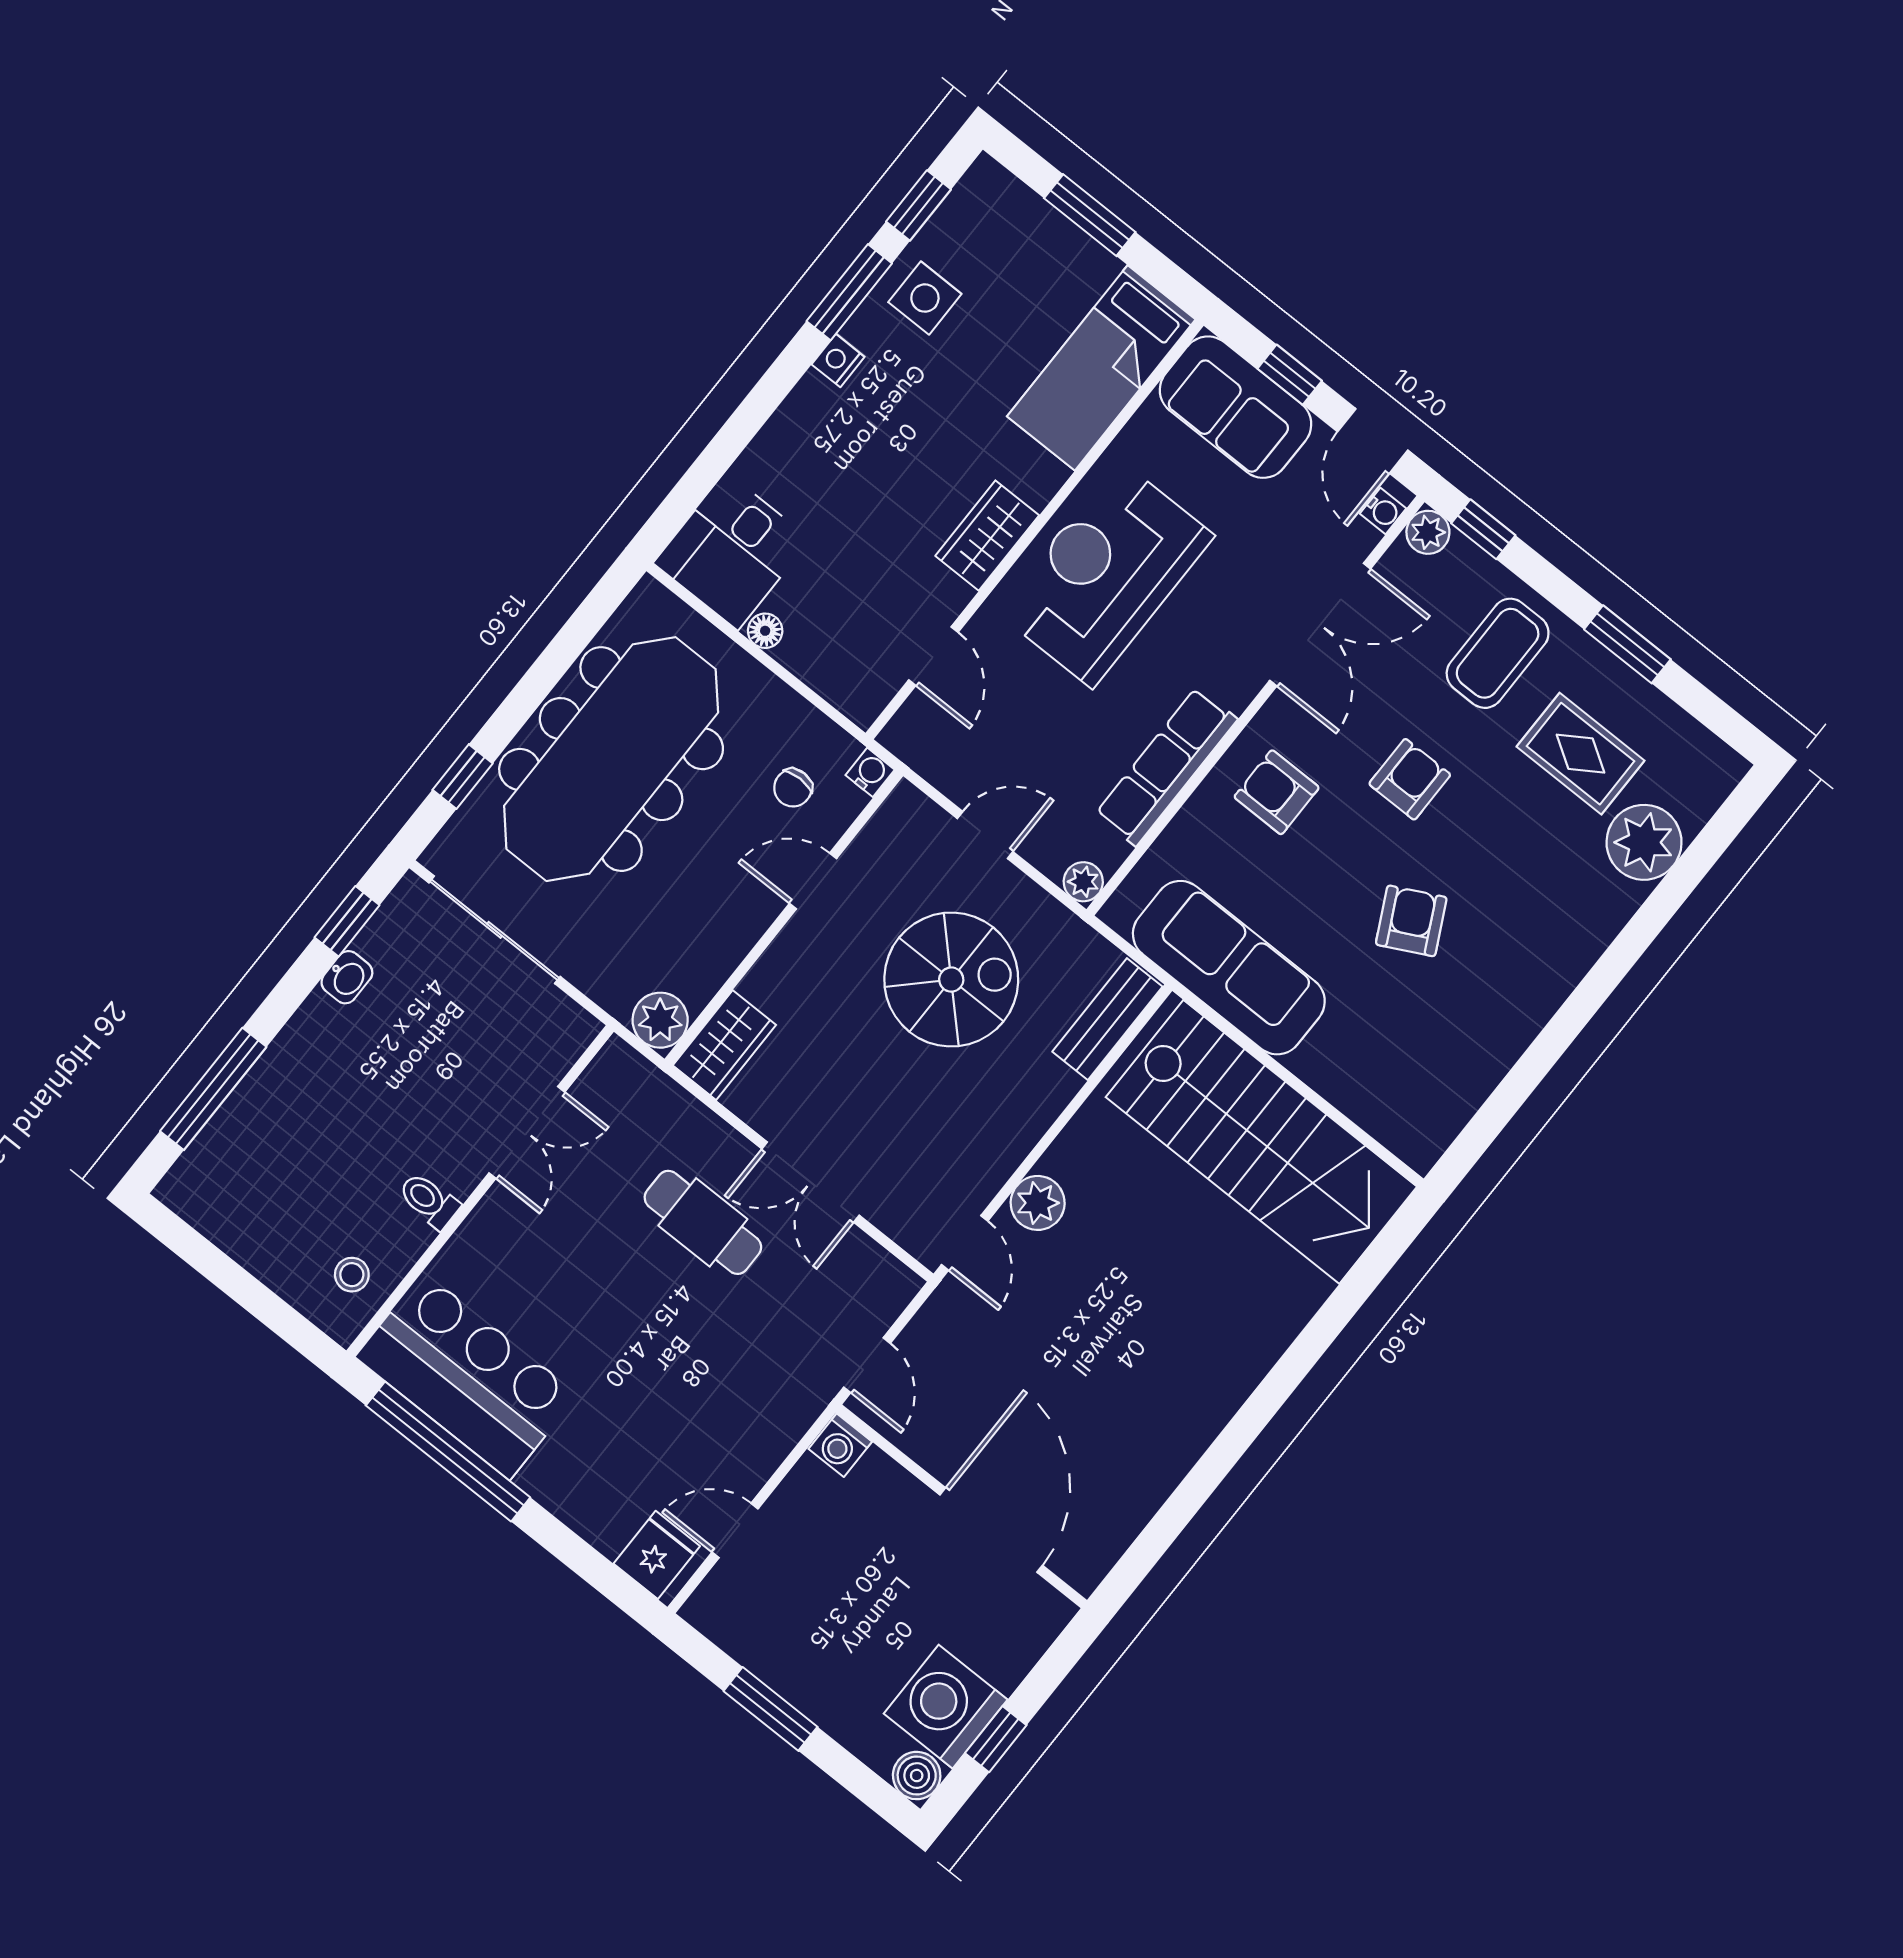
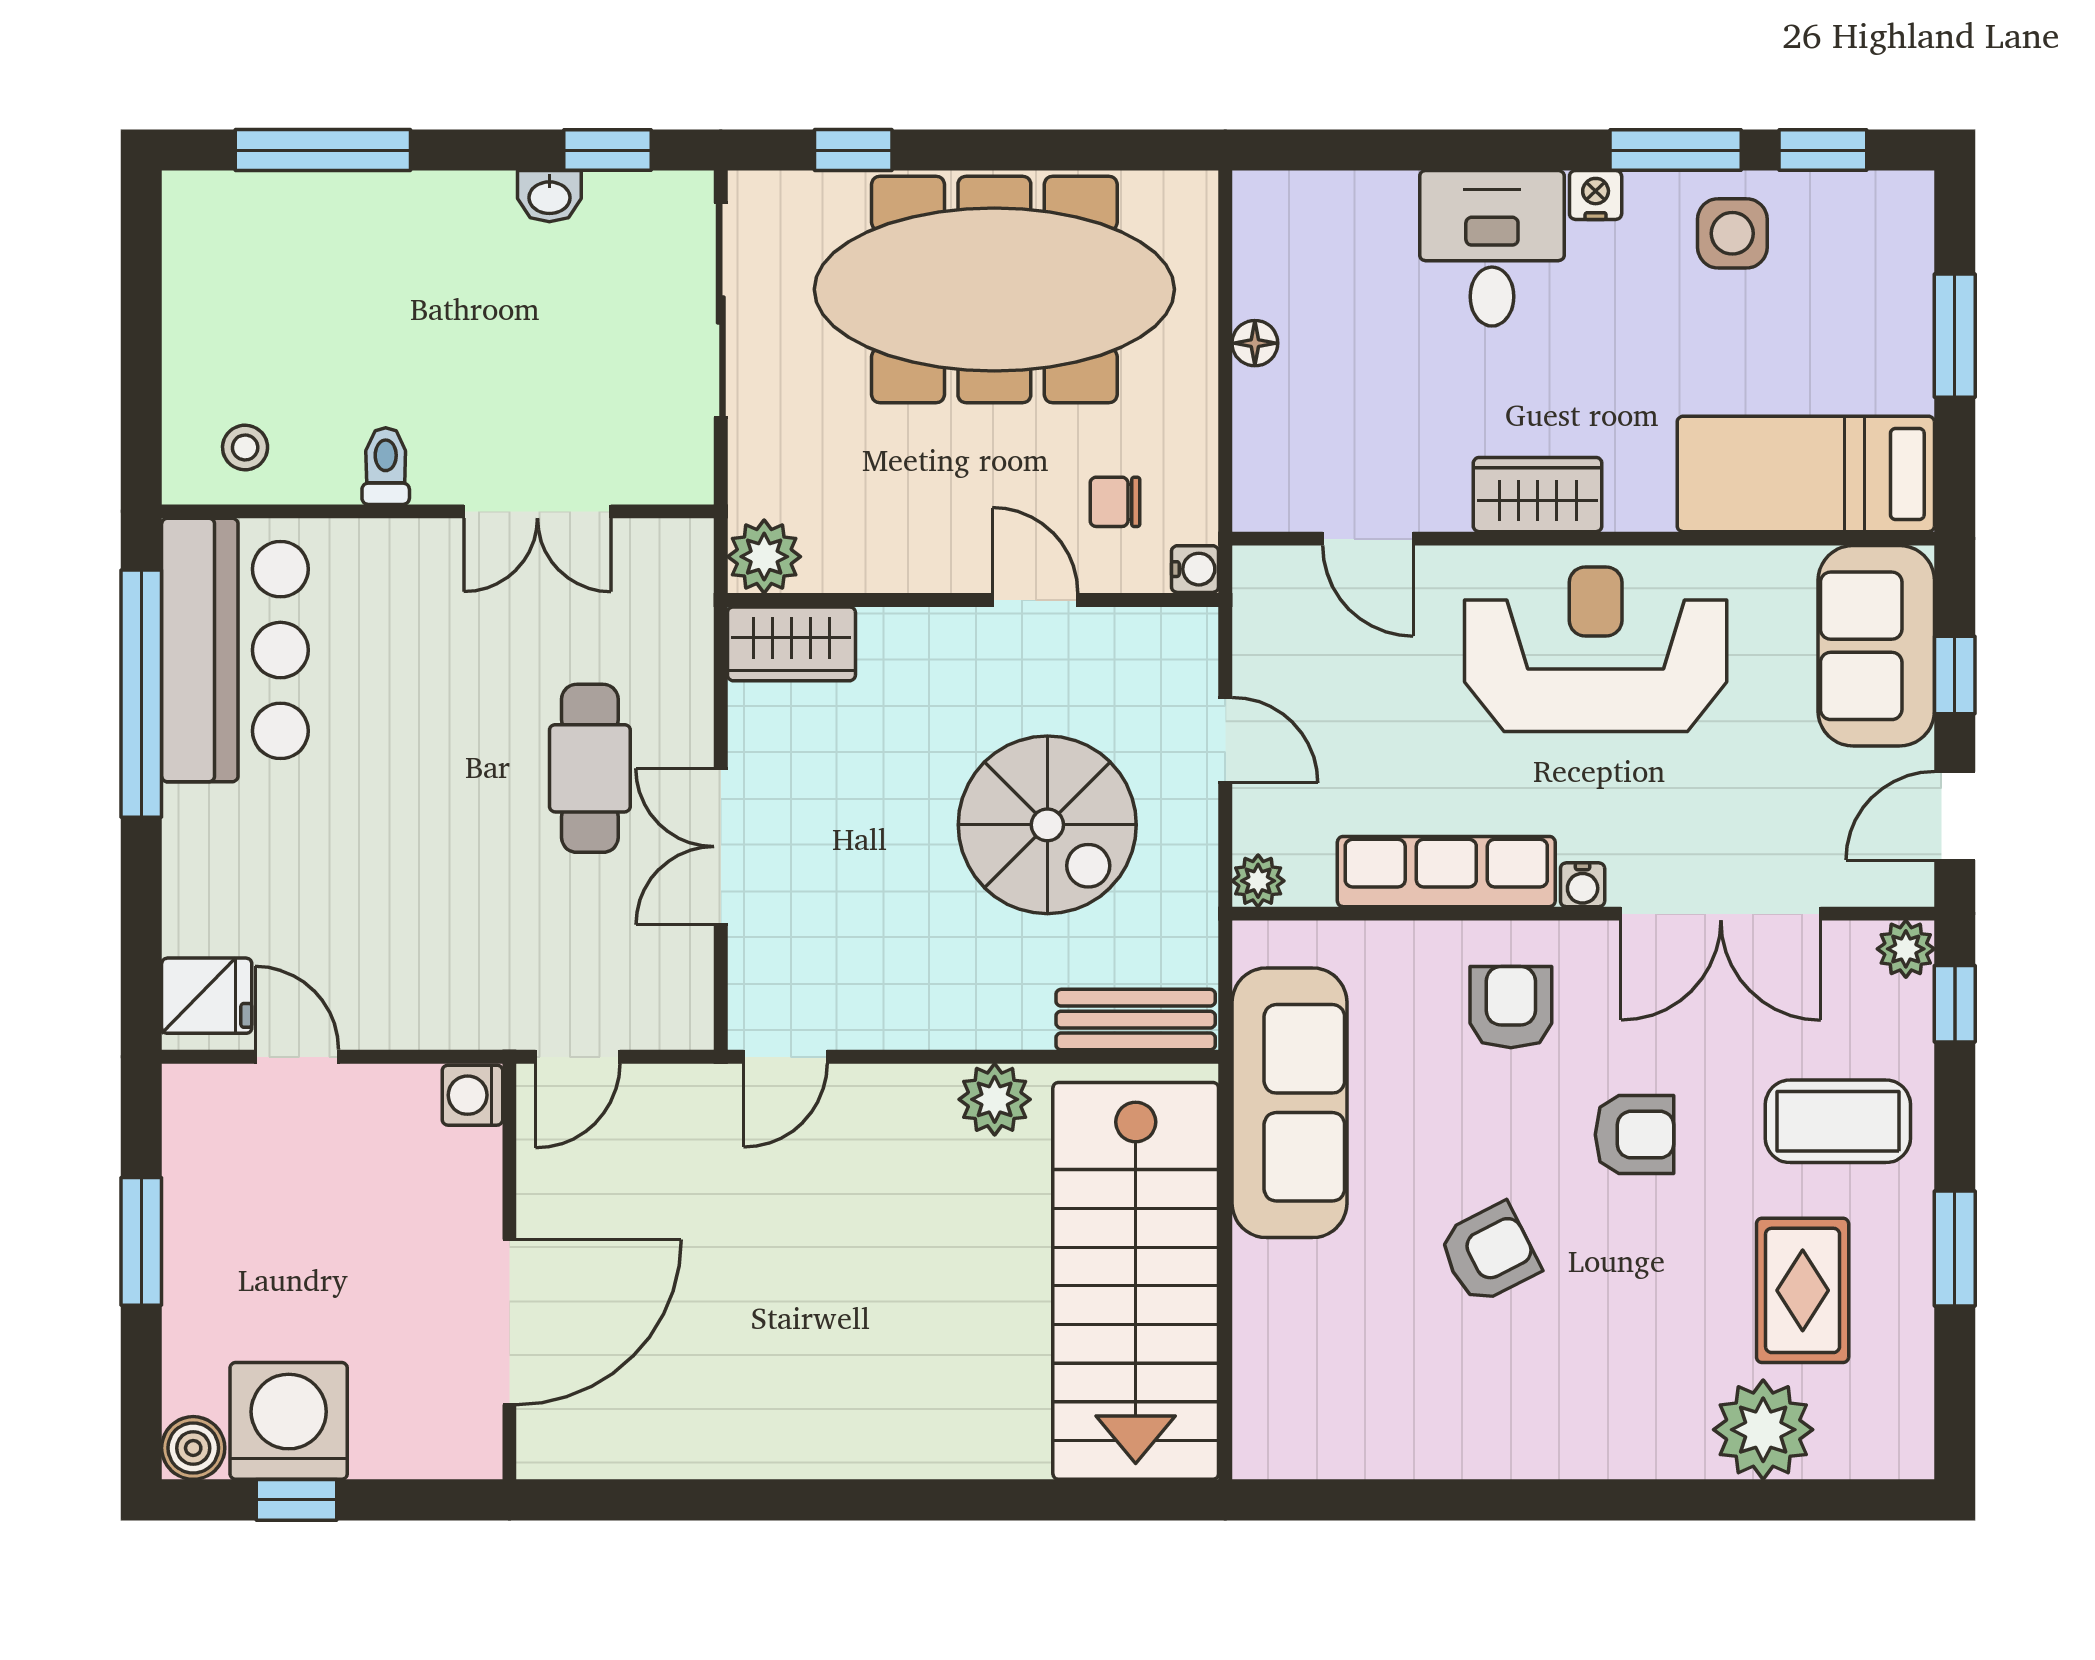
water cooler: (1383, 511) -> (1583, 885), moved
desk: (732, 551) -> (1492, 248), moved, turned 90
door: (933, 656) -> (1368, 539), hinge flipped
plant: (1038, 1203) -> (995, 1099), moved

